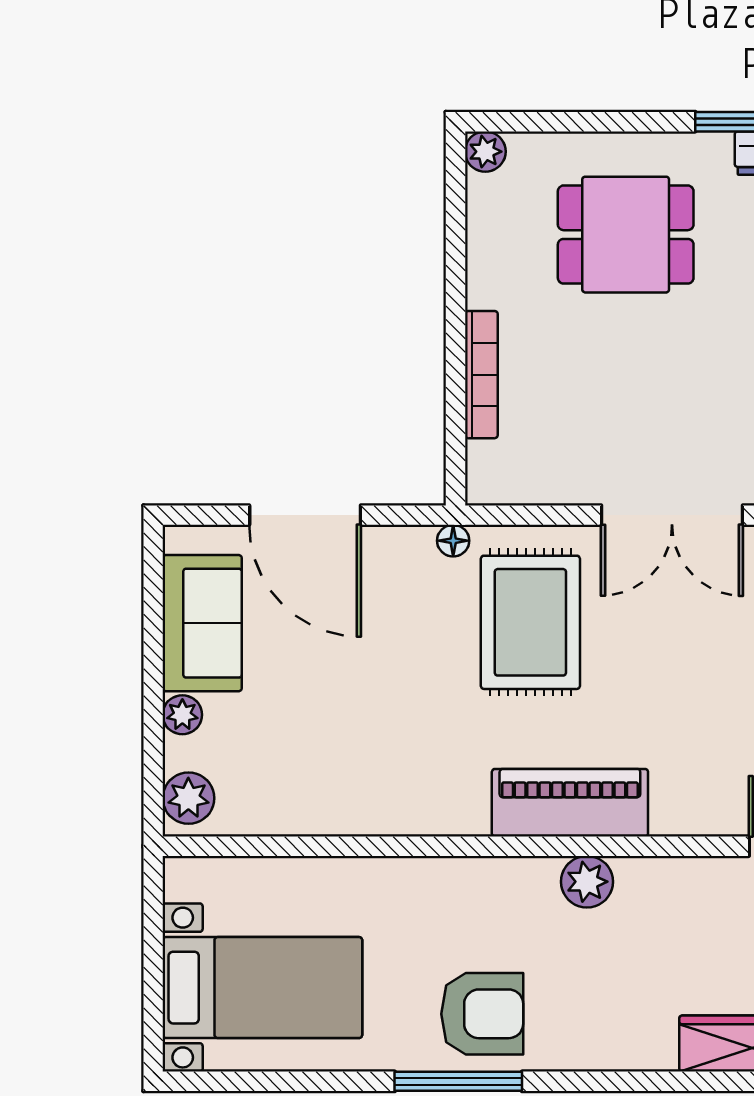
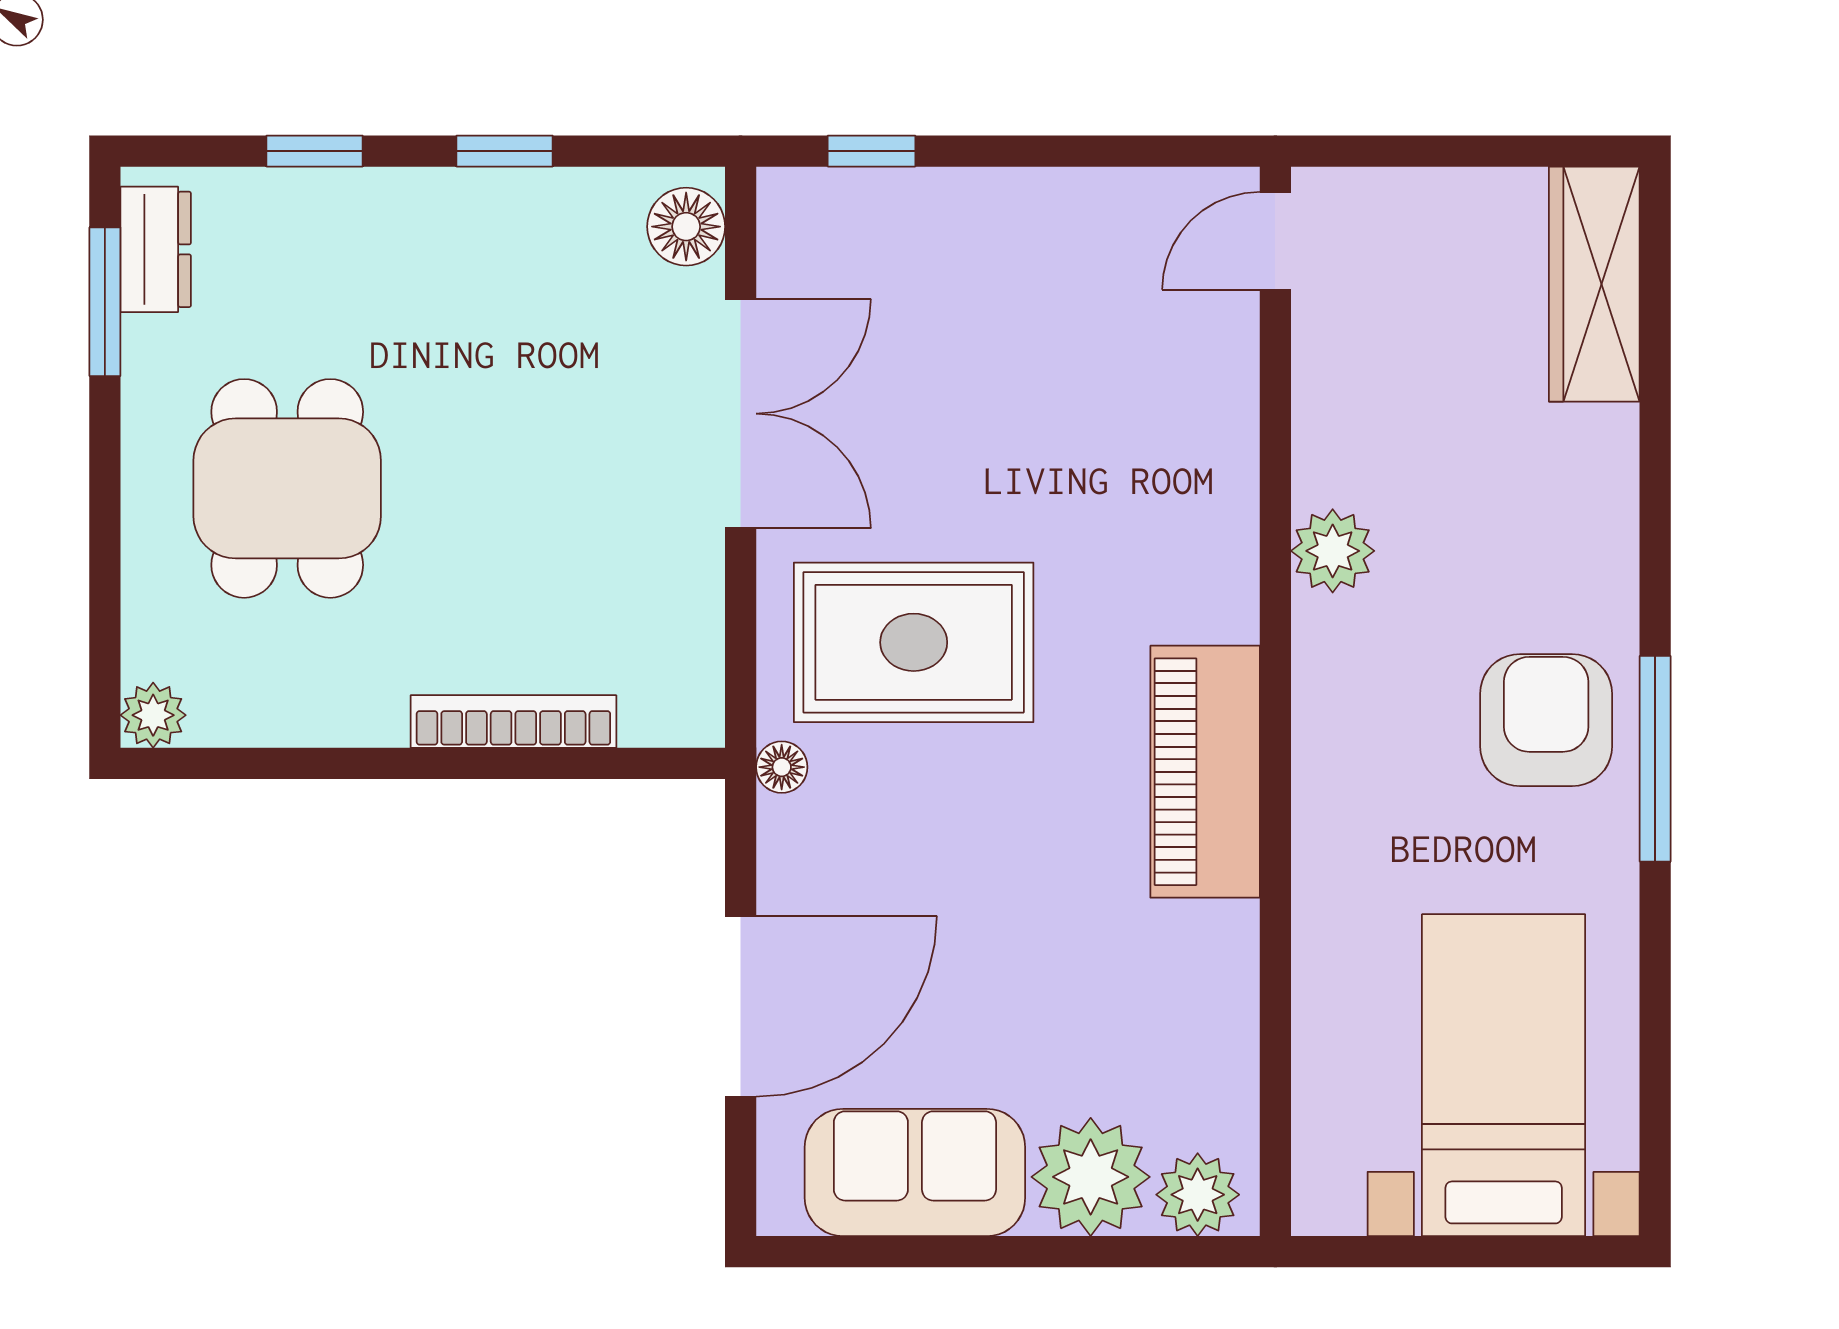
plant: (182, 715) -> (1091, 1177), width x1.88, depth x1.88
piano: (570, 803) -> (1205, 772), moved

